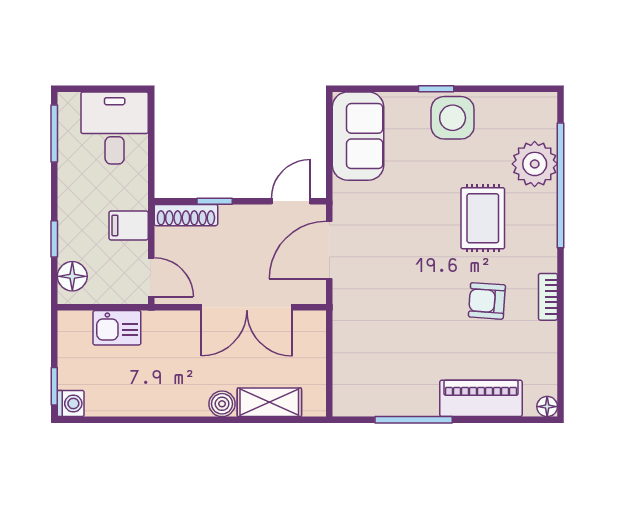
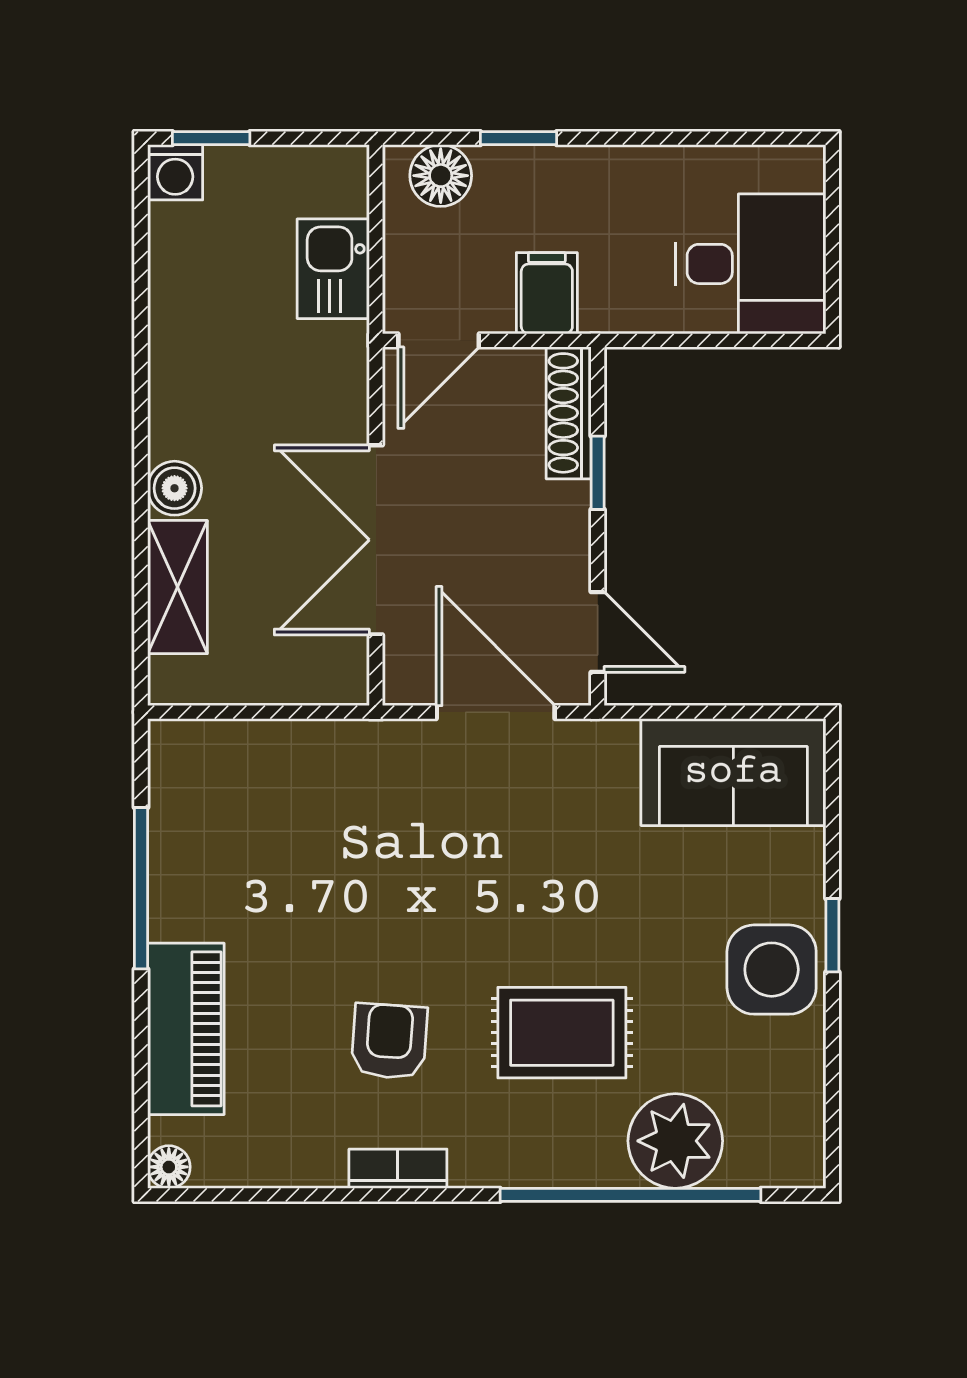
window: (54, 133) -> (739, 138), removed

